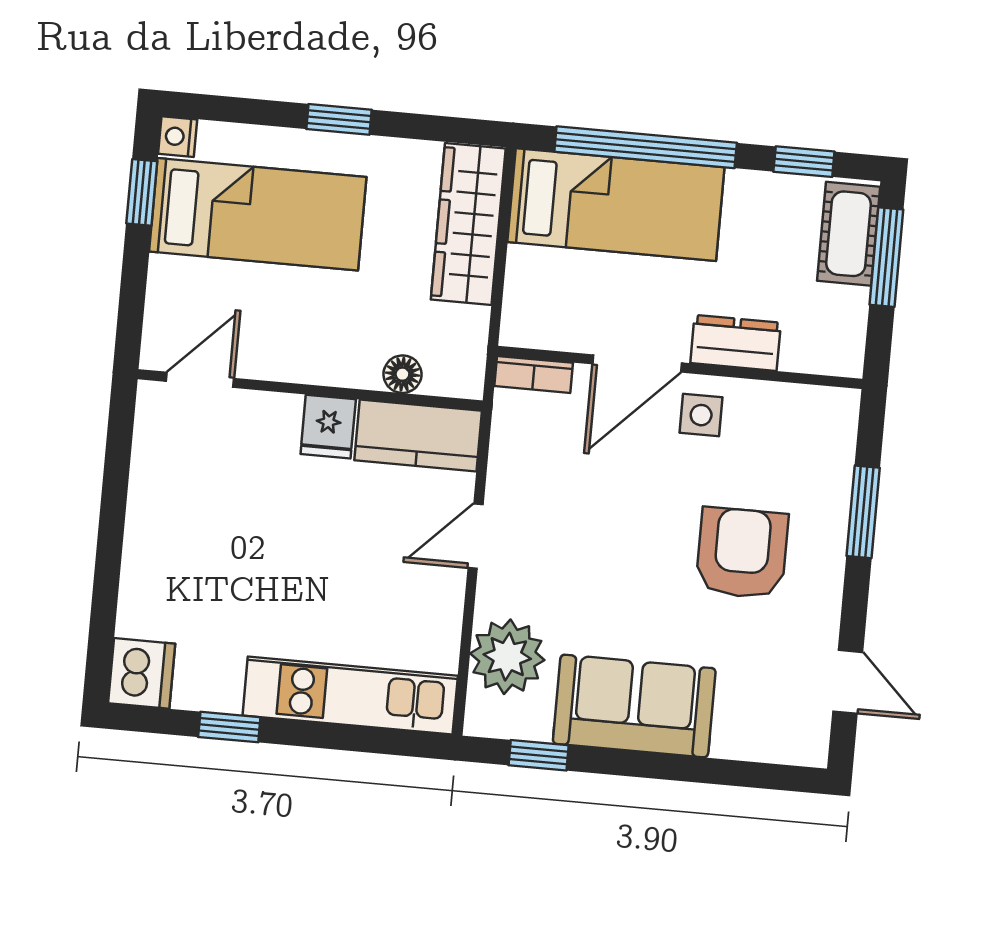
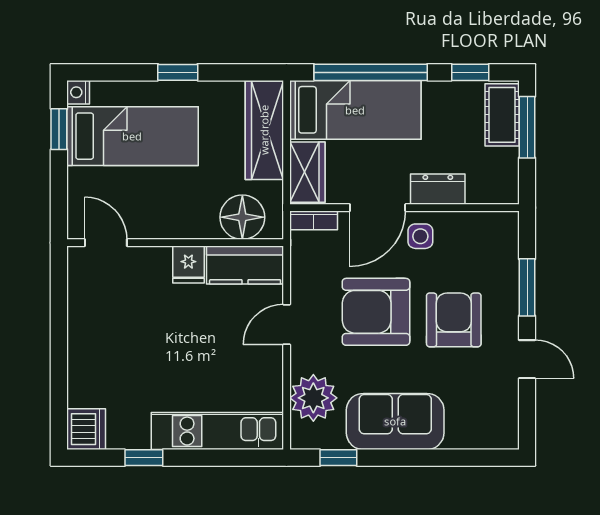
wardrobe: (531, 297) -> (307, 172), added
floor lamp: (402, 374) -> (242, 217), width x1.89, depth x1.89
door: (200, 380) -> (106, 243), hinge flipped
armchair: (620, 529) -> (376, 312), added
door: (848, 682) -> (527, 359), moved

